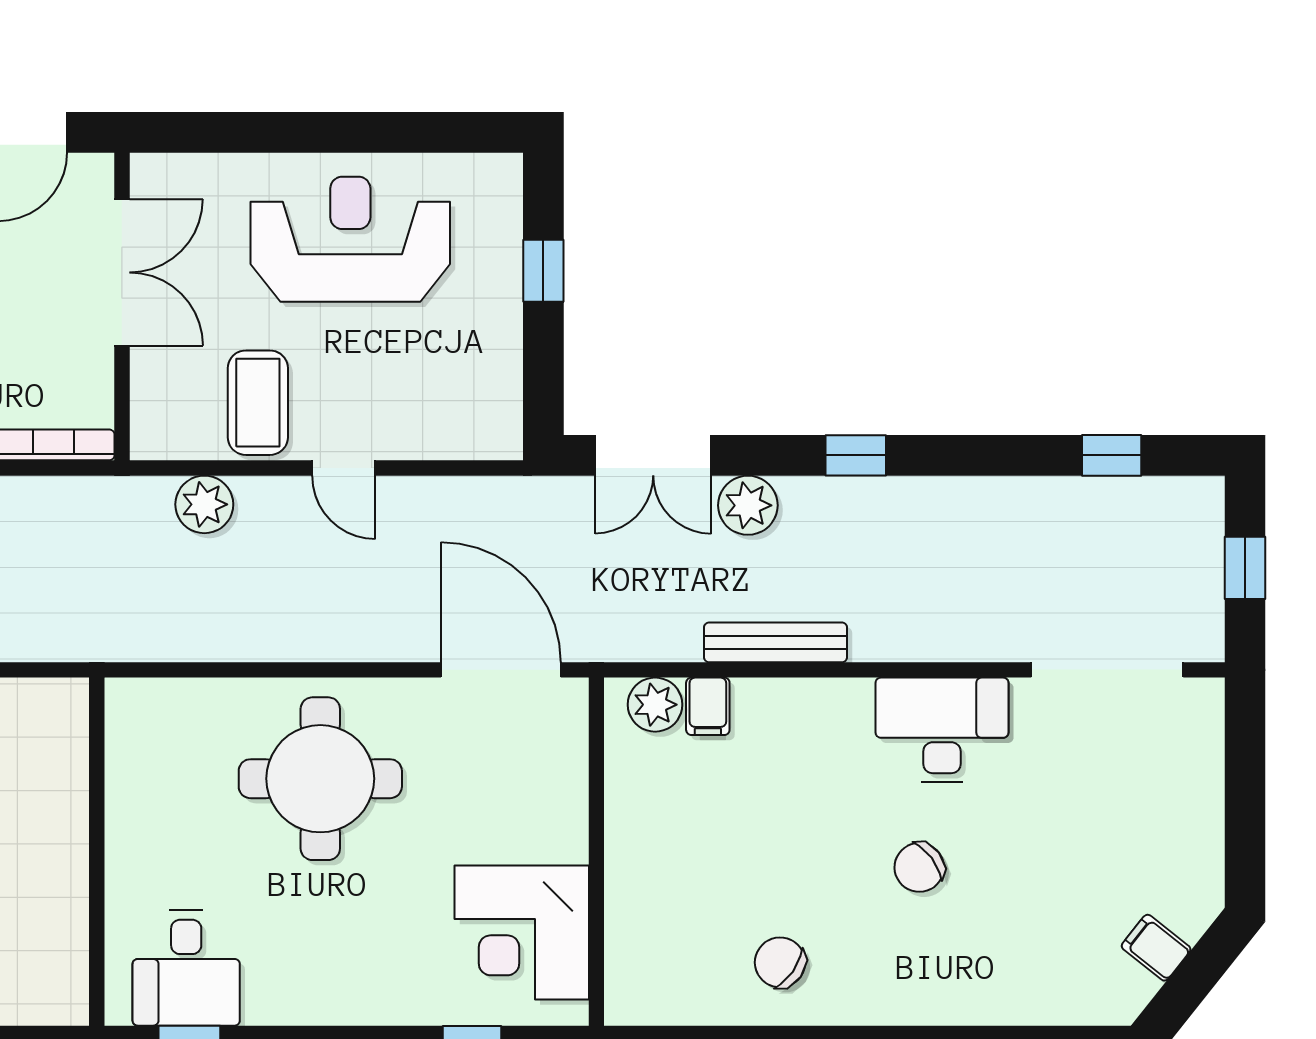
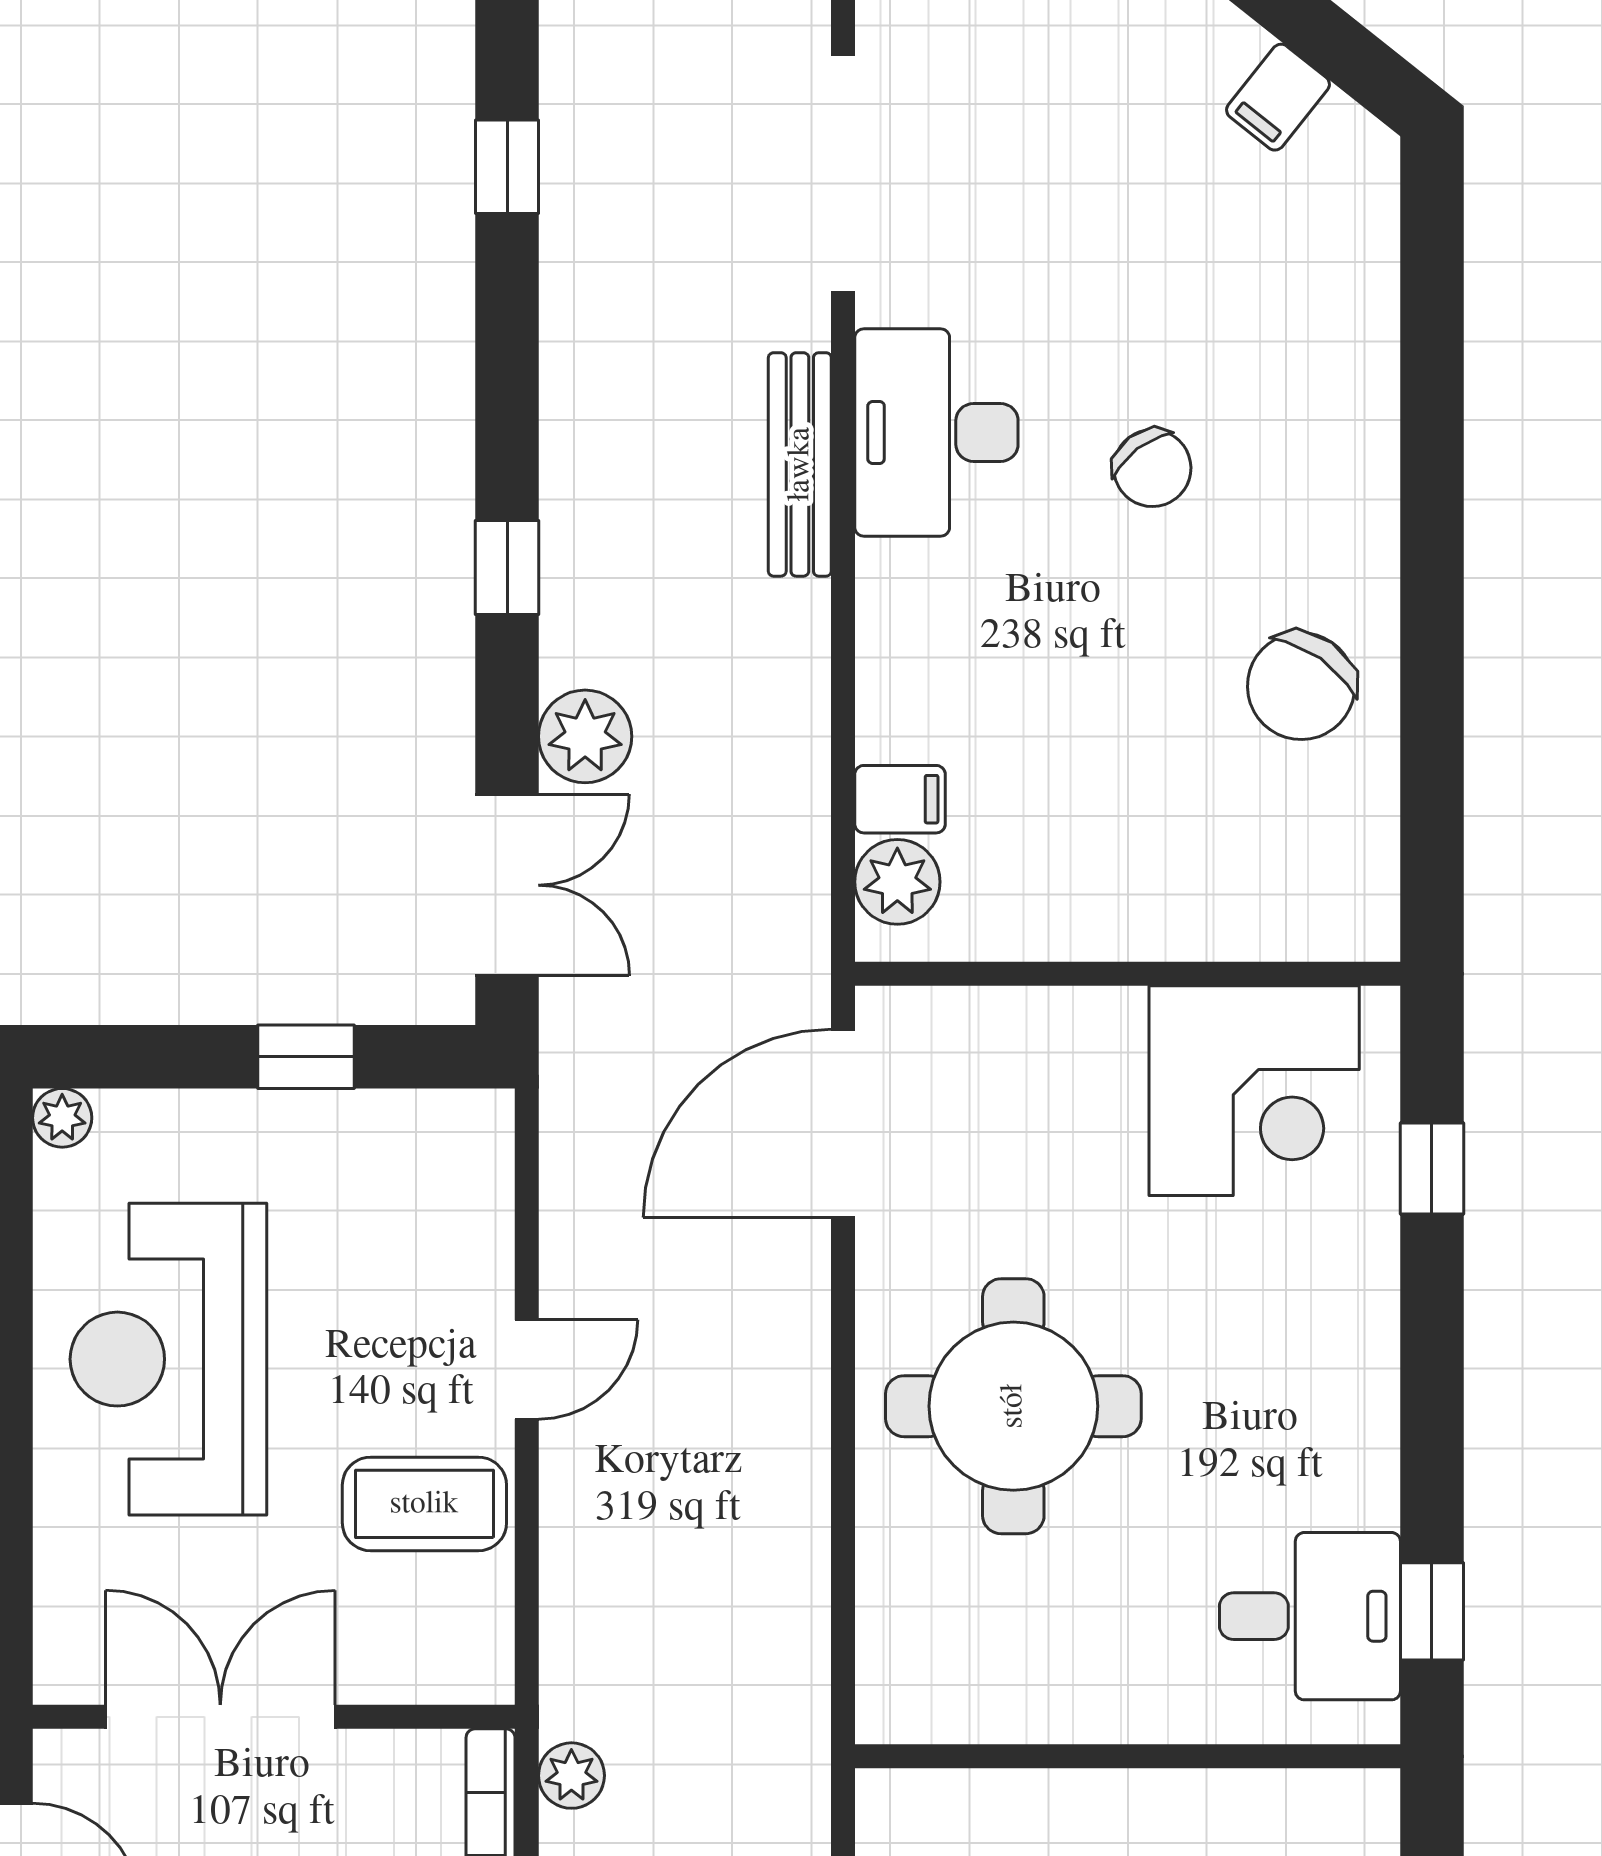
plant: (504, 171) -> (62, 1118), added
window: (543, 271) -> (306, 1057), moved
plant: (204, 504) -> (571, 1776), moved, width x0.73, depth x0.73
bench: (776, 642) -> (800, 464), moved
chair: (780, 962) -> (1301, 686), width x1.37, depth x1.37

